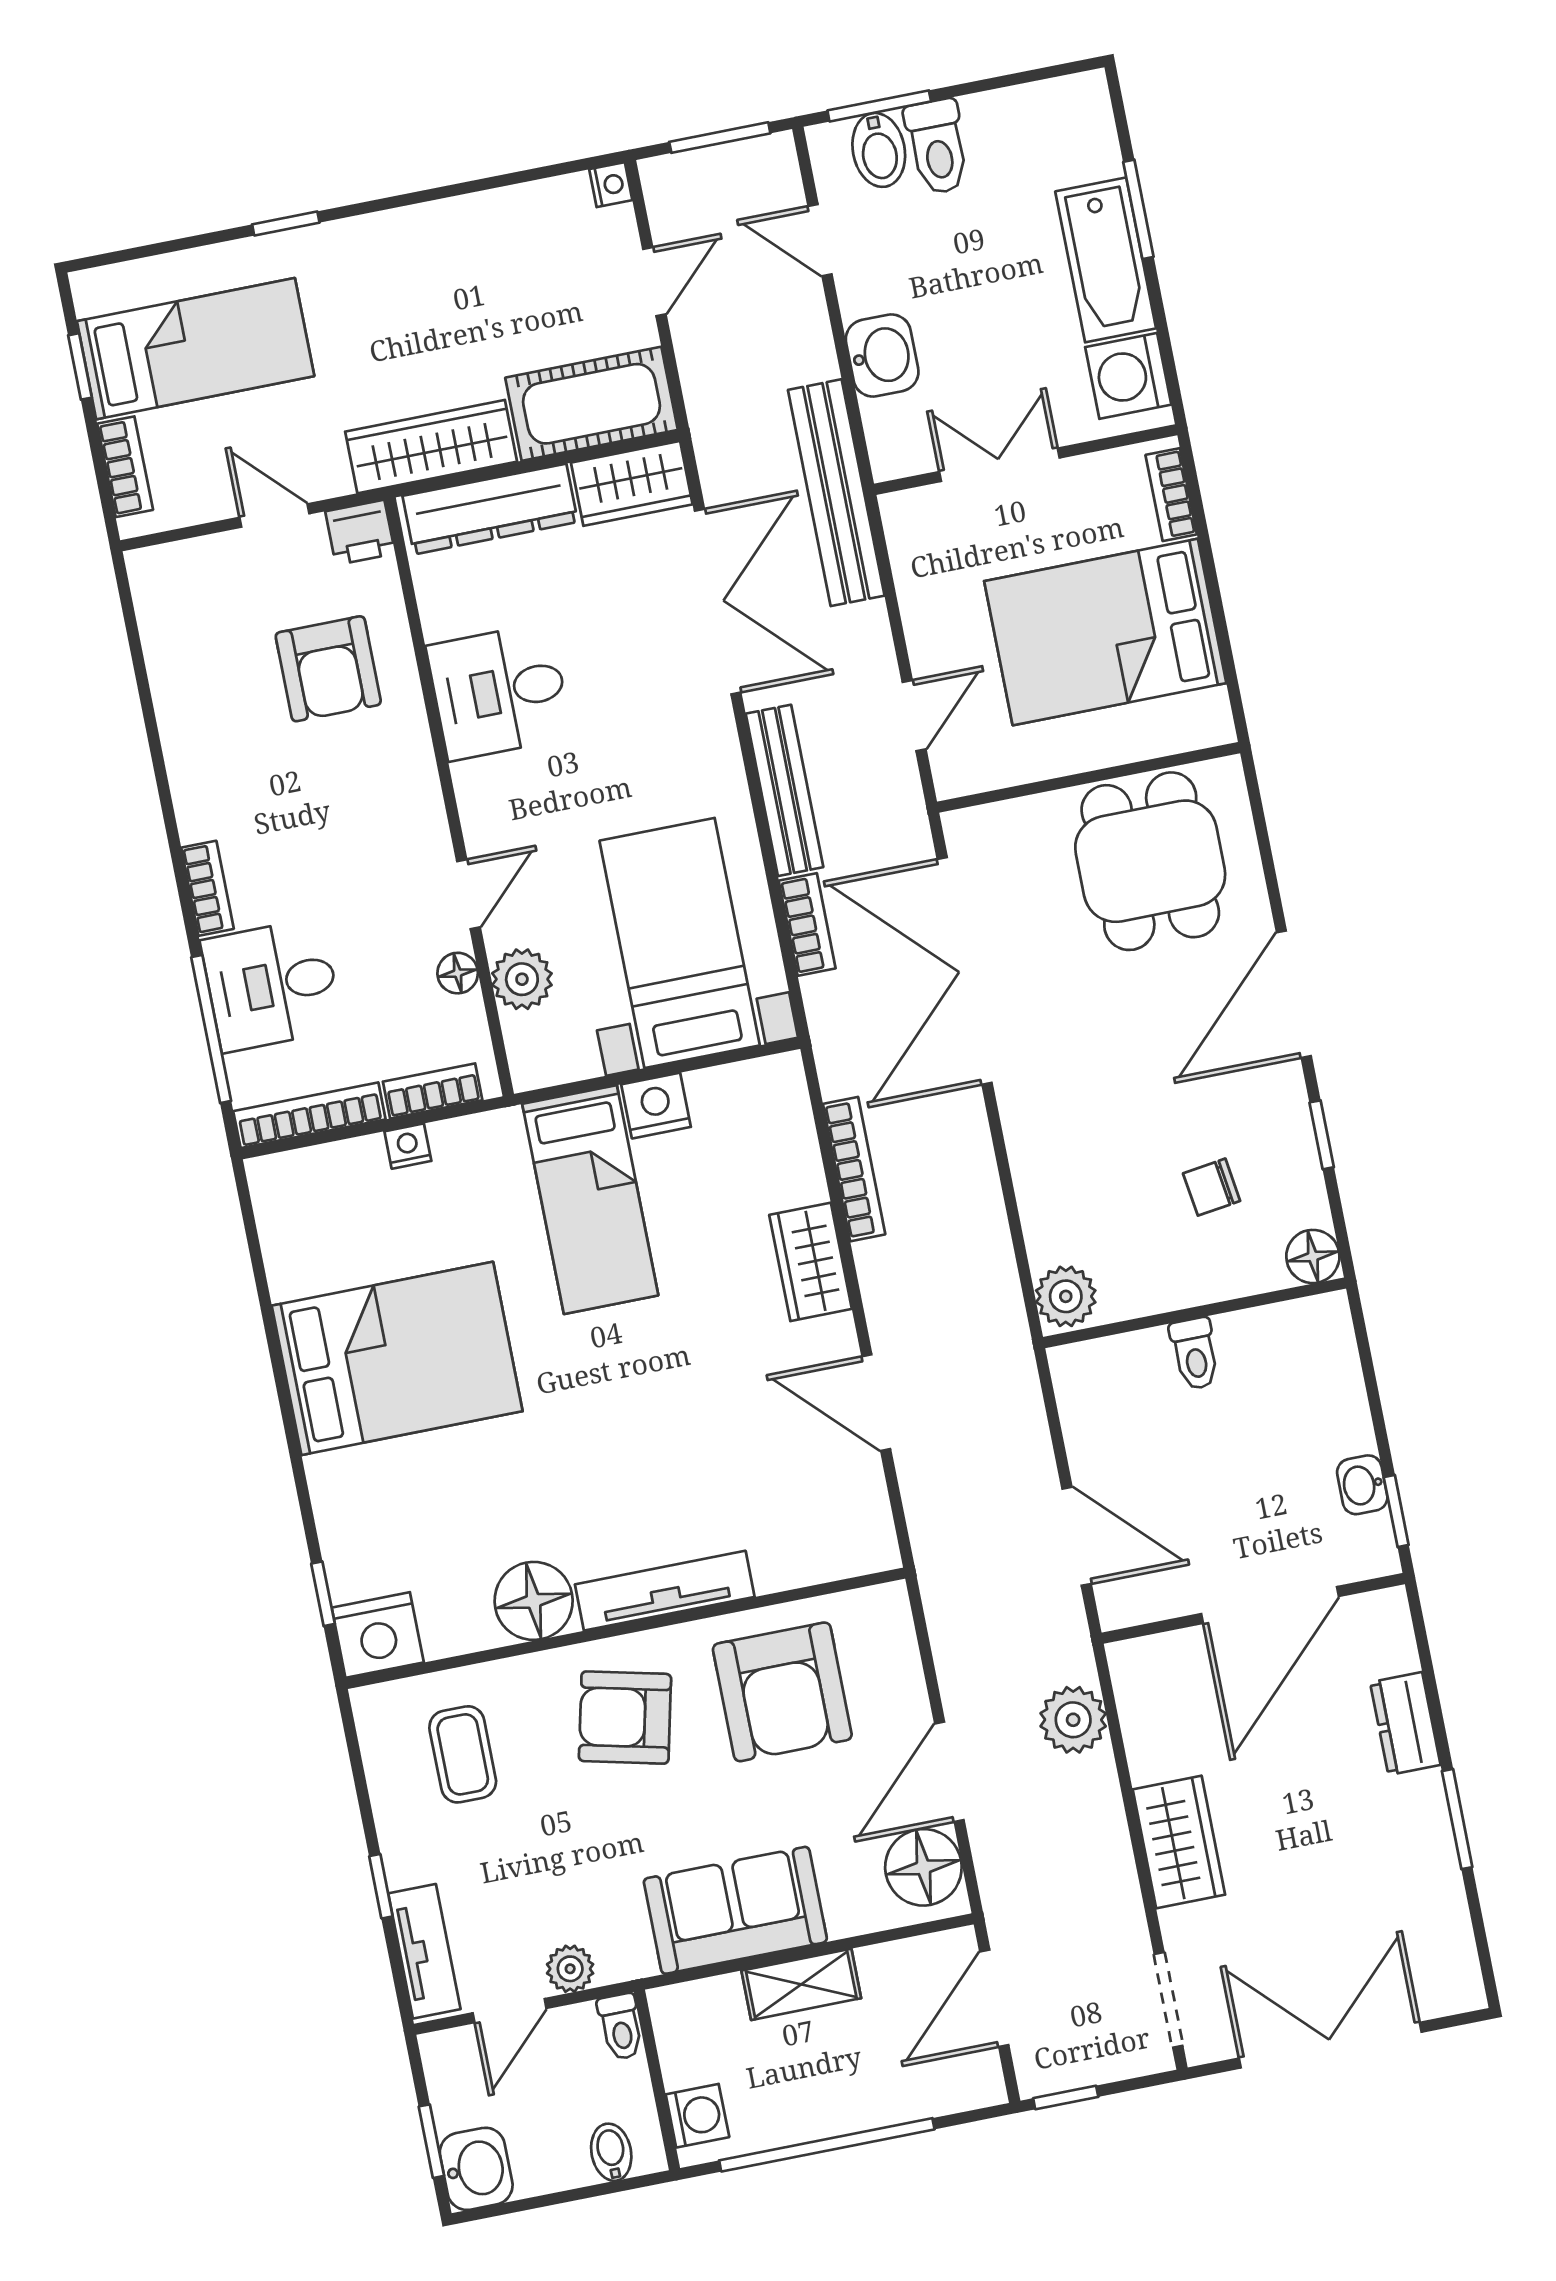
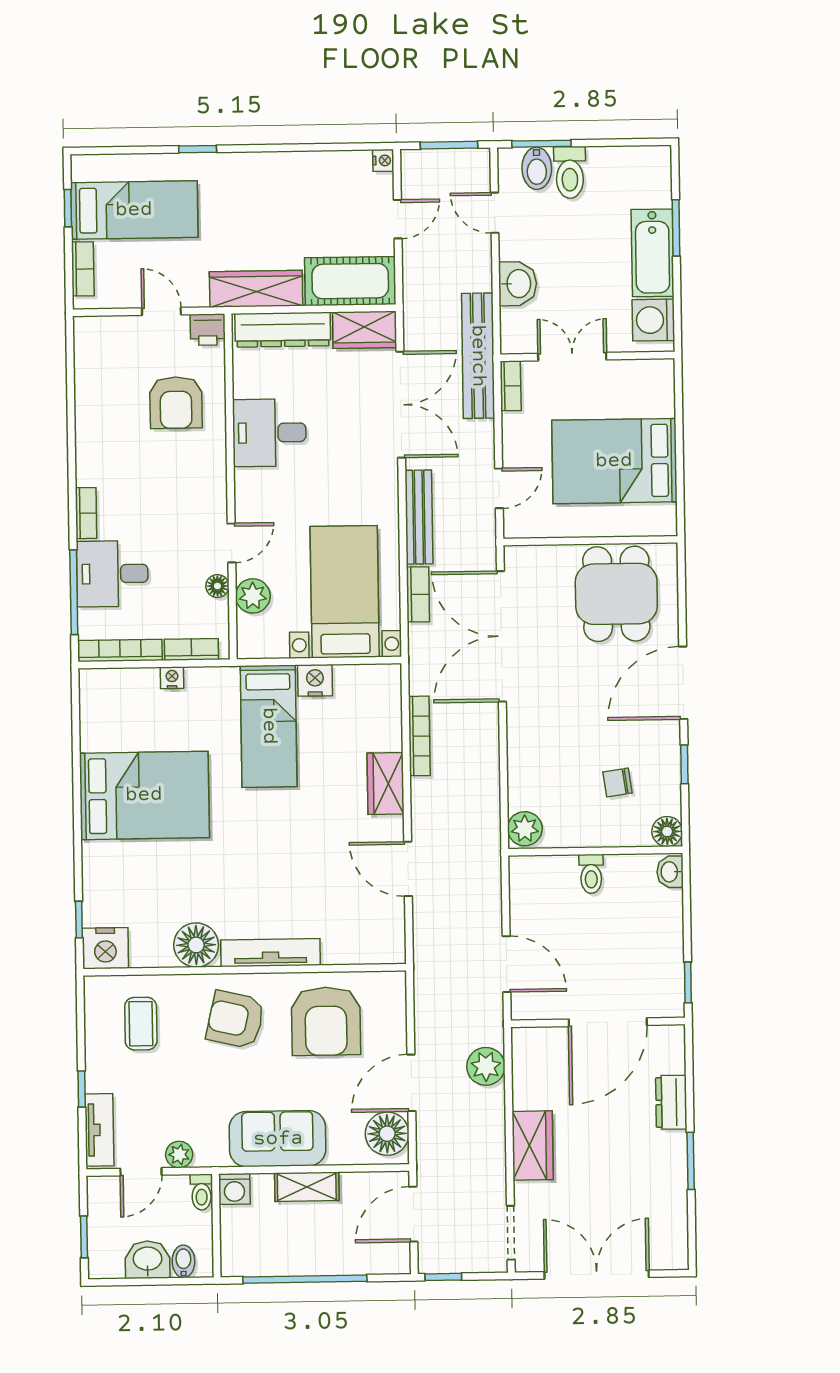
bookcase: (1171, 495) -> (511, 386), moved, turned 180
washbasin: (1362, 1485) -> (670, 872), moved
washing machine: (697, 2116) -> (234, 1189), moved, turned 90
washbasin: (476, 2169) -> (148, 1260), moved, turned -90

